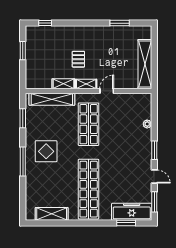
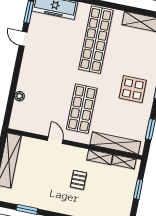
window: (23, 51) -> (138, 189), moved
shelving: (86, 84) -> (124, 162), moved
door: (107, 91) -> (55, 140), swing flipped
window: (154, 150) -> (18, 67), removed

